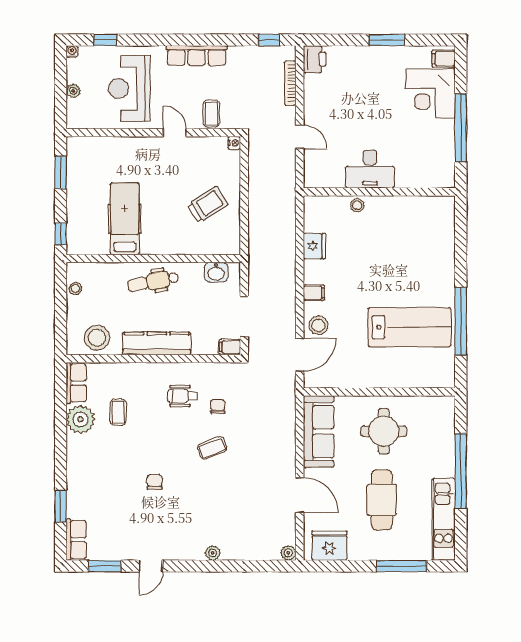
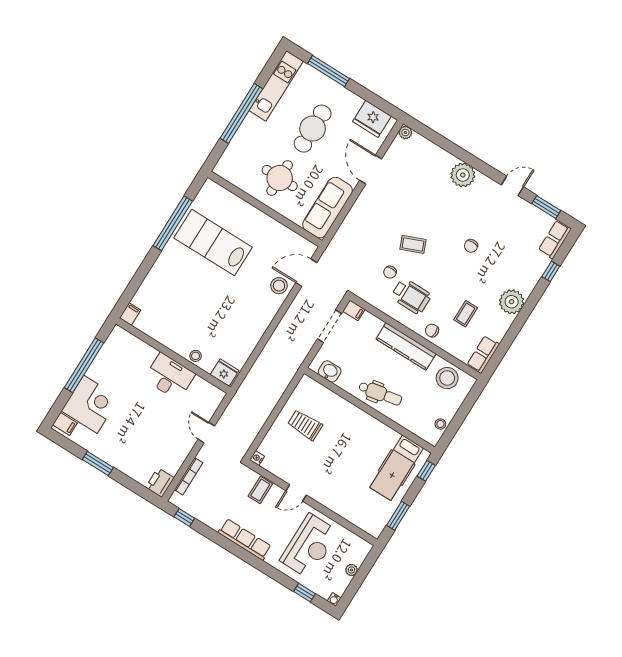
door: (175, 133) -> (296, 493), hinge flipped
trolley: (208, 205) -> (305, 425), turned 33
hospital bed: (125, 219) -> (397, 468), moved
fridge: (314, 246) -> (225, 373), moved, turned 90
filing cabinet: (314, 293) -> (130, 314), moved, turned 90
chair: (141, 375) -> (432, 331), added
wheelchair: (182, 396) -> (411, 296), width x1.36, depth x1.37
plant: (81, 419) -> (512, 302), moved
window: (61, 506) -> (551, 271), width x0.67
plant: (213, 553) -> (463, 175), width x1.87, depth x1.87

